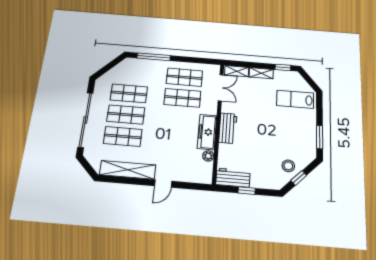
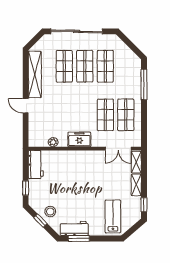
workbench: (228, 128) -> (74, 228), moved, turned 180
freezer: (207, 132) -> (79, 139), width x0.71
window: (247, 191) -> (26, 188), moved

